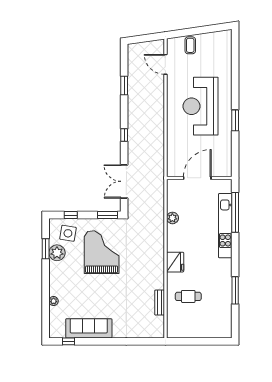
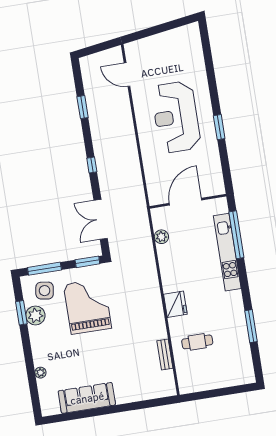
coffee table: (190, 45) -> (152, 48), removed
window: (71, 215) -> (44, 269), width x2.17
plant: (172, 218) -> (161, 237), moved
window: (69, 341) -> (66, 417), removed

